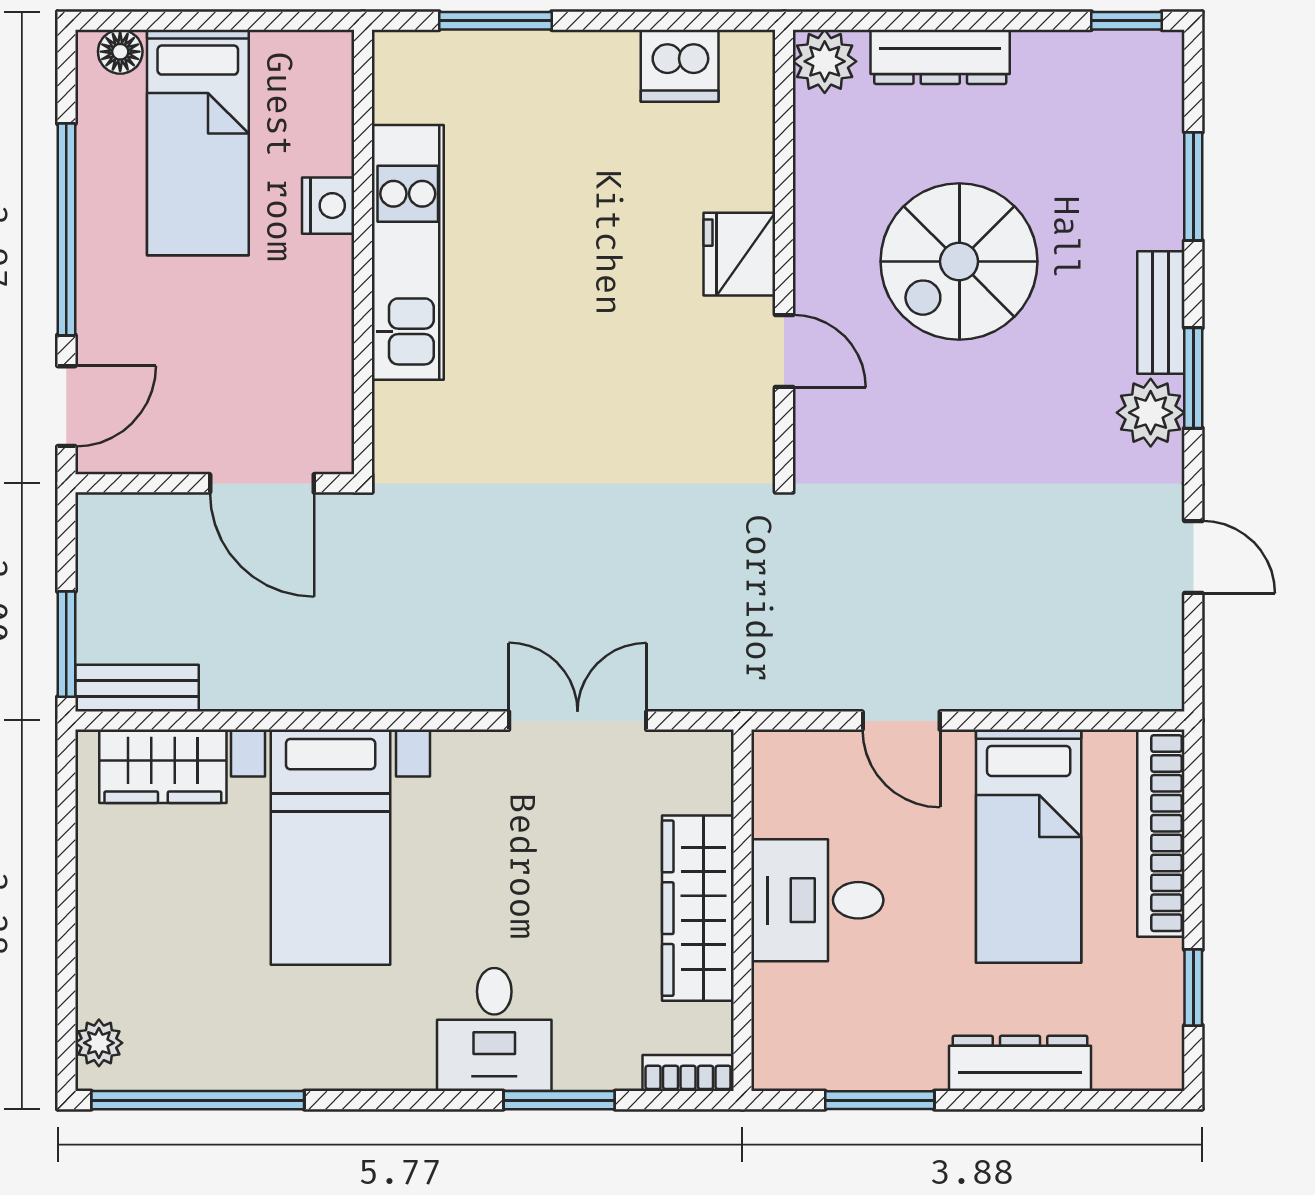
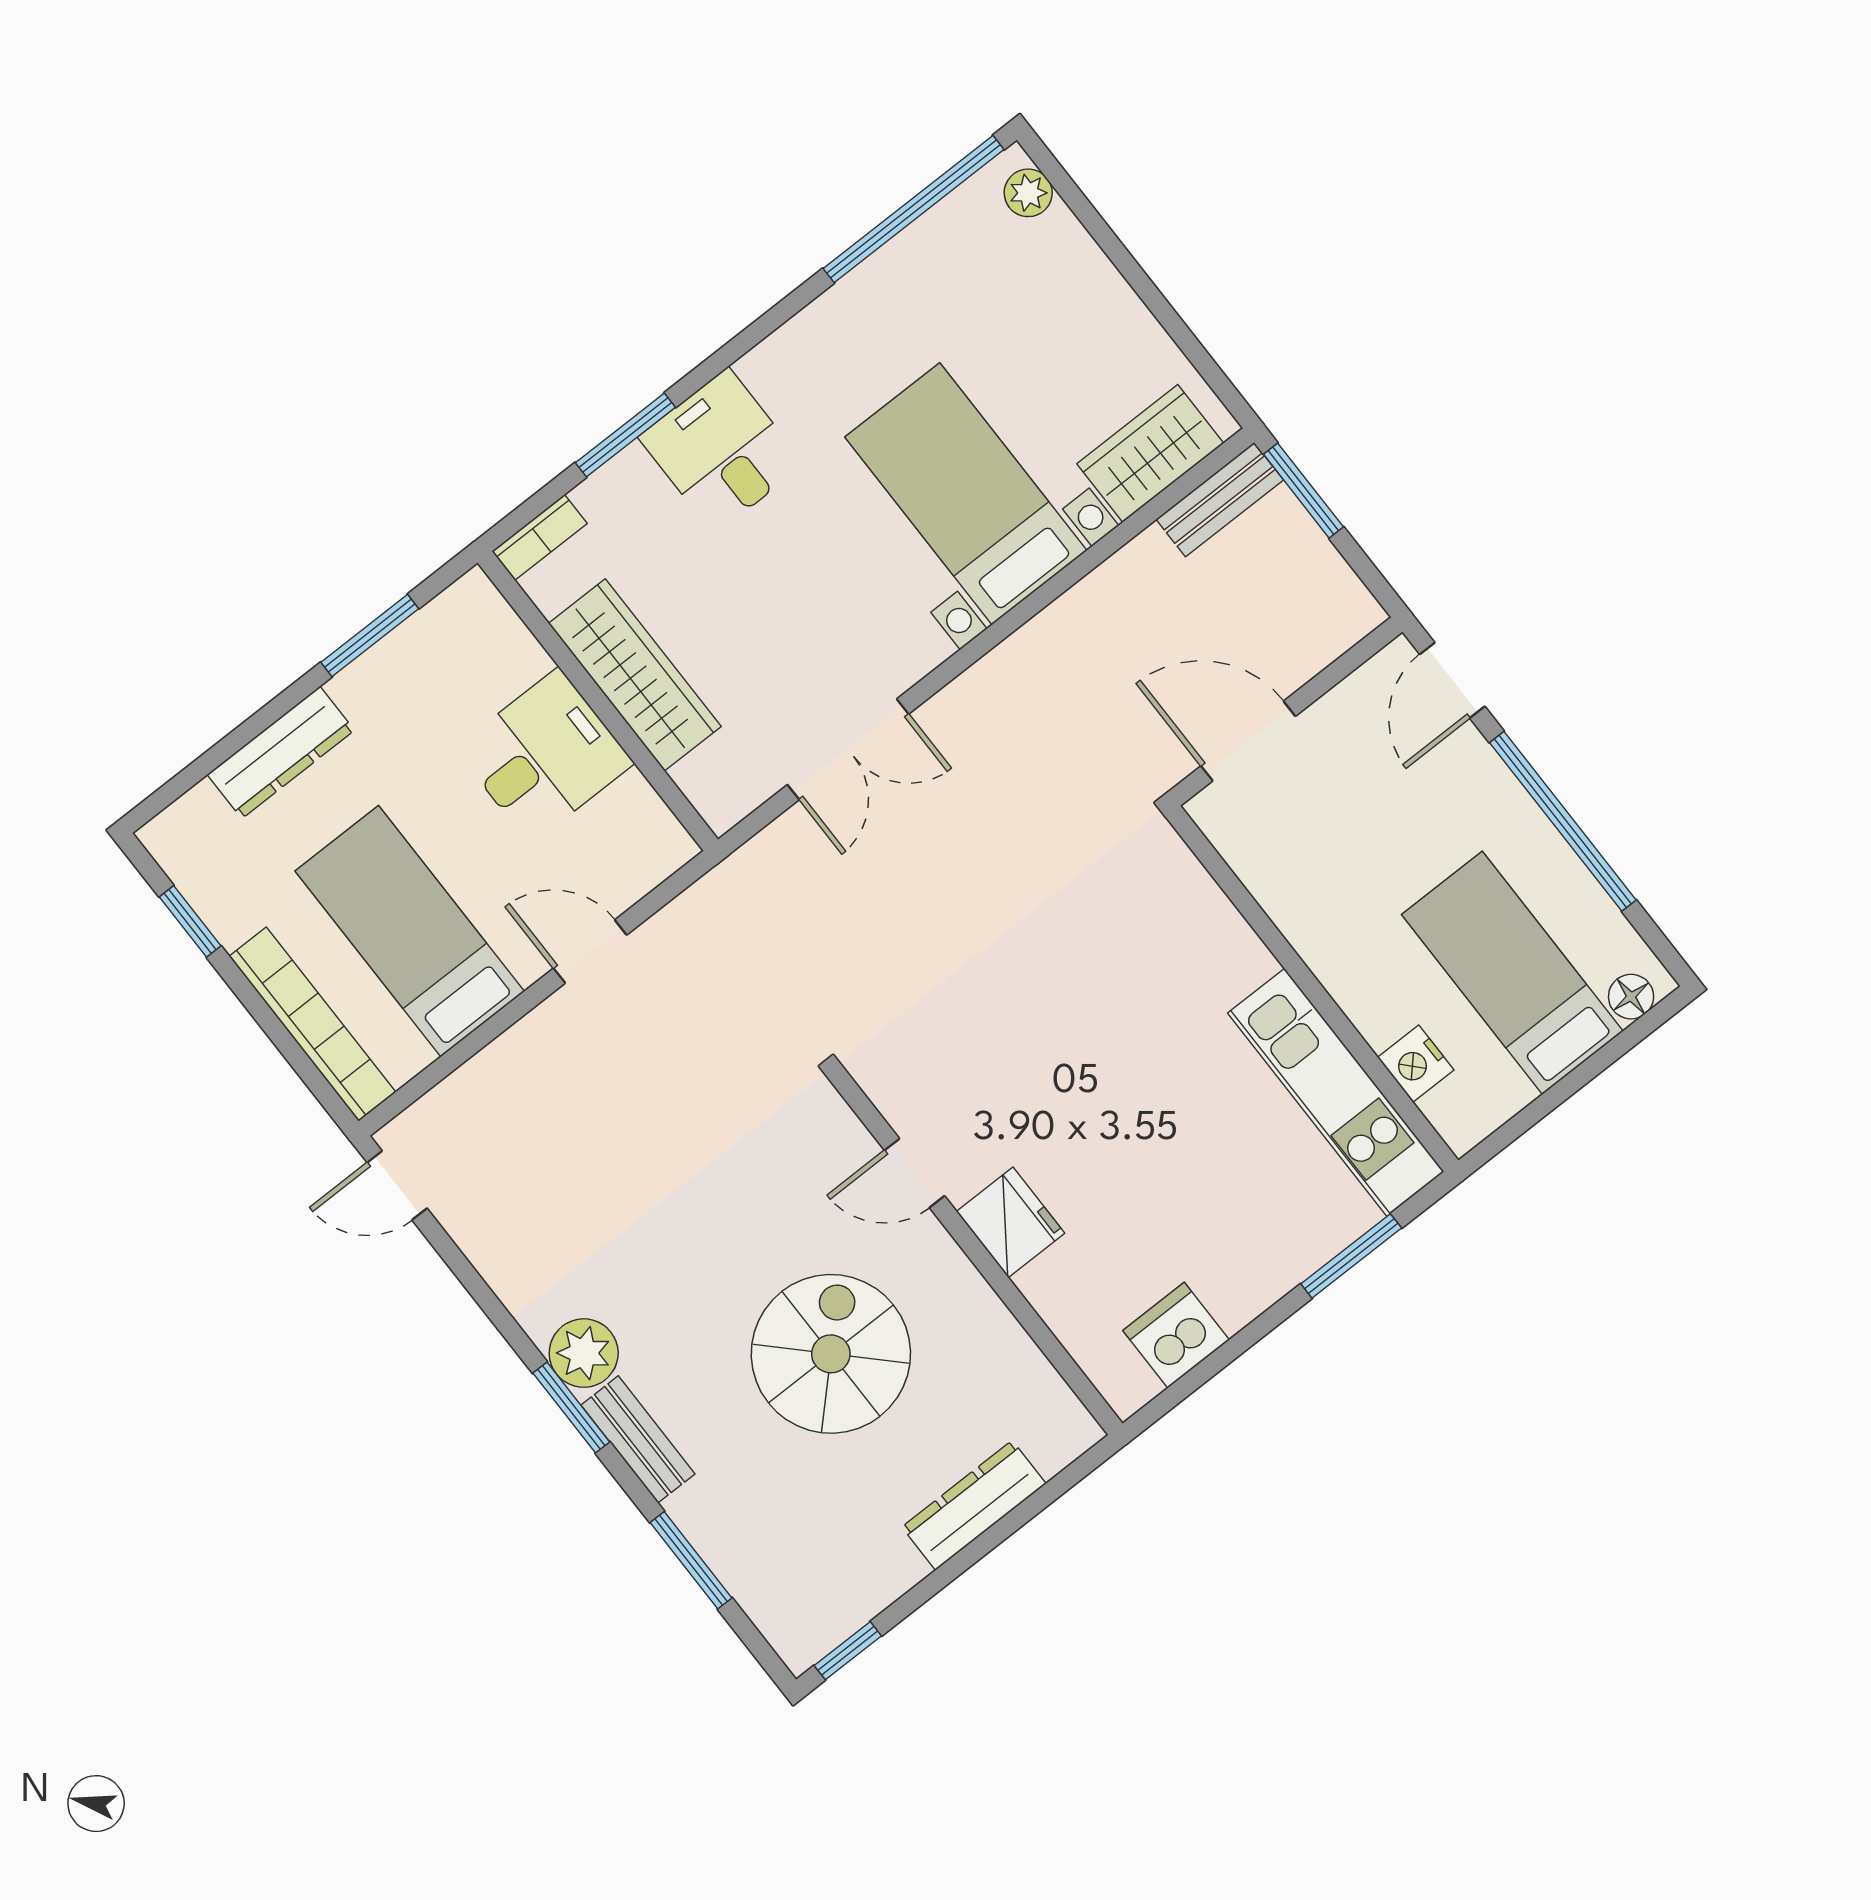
plant: (825, 61) -> (1063, 1429), removed
nightstand: (328, 206) -> (1416, 1064), moved
kitchen unit: (408, 252) -> (1336, 1092), moved
door: (1193, 557) -> (397, 1185), moved

